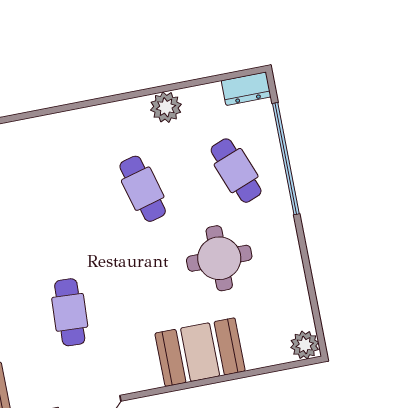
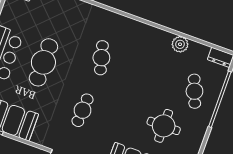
cafe table: (143, 189) -> (101, 58), moved

